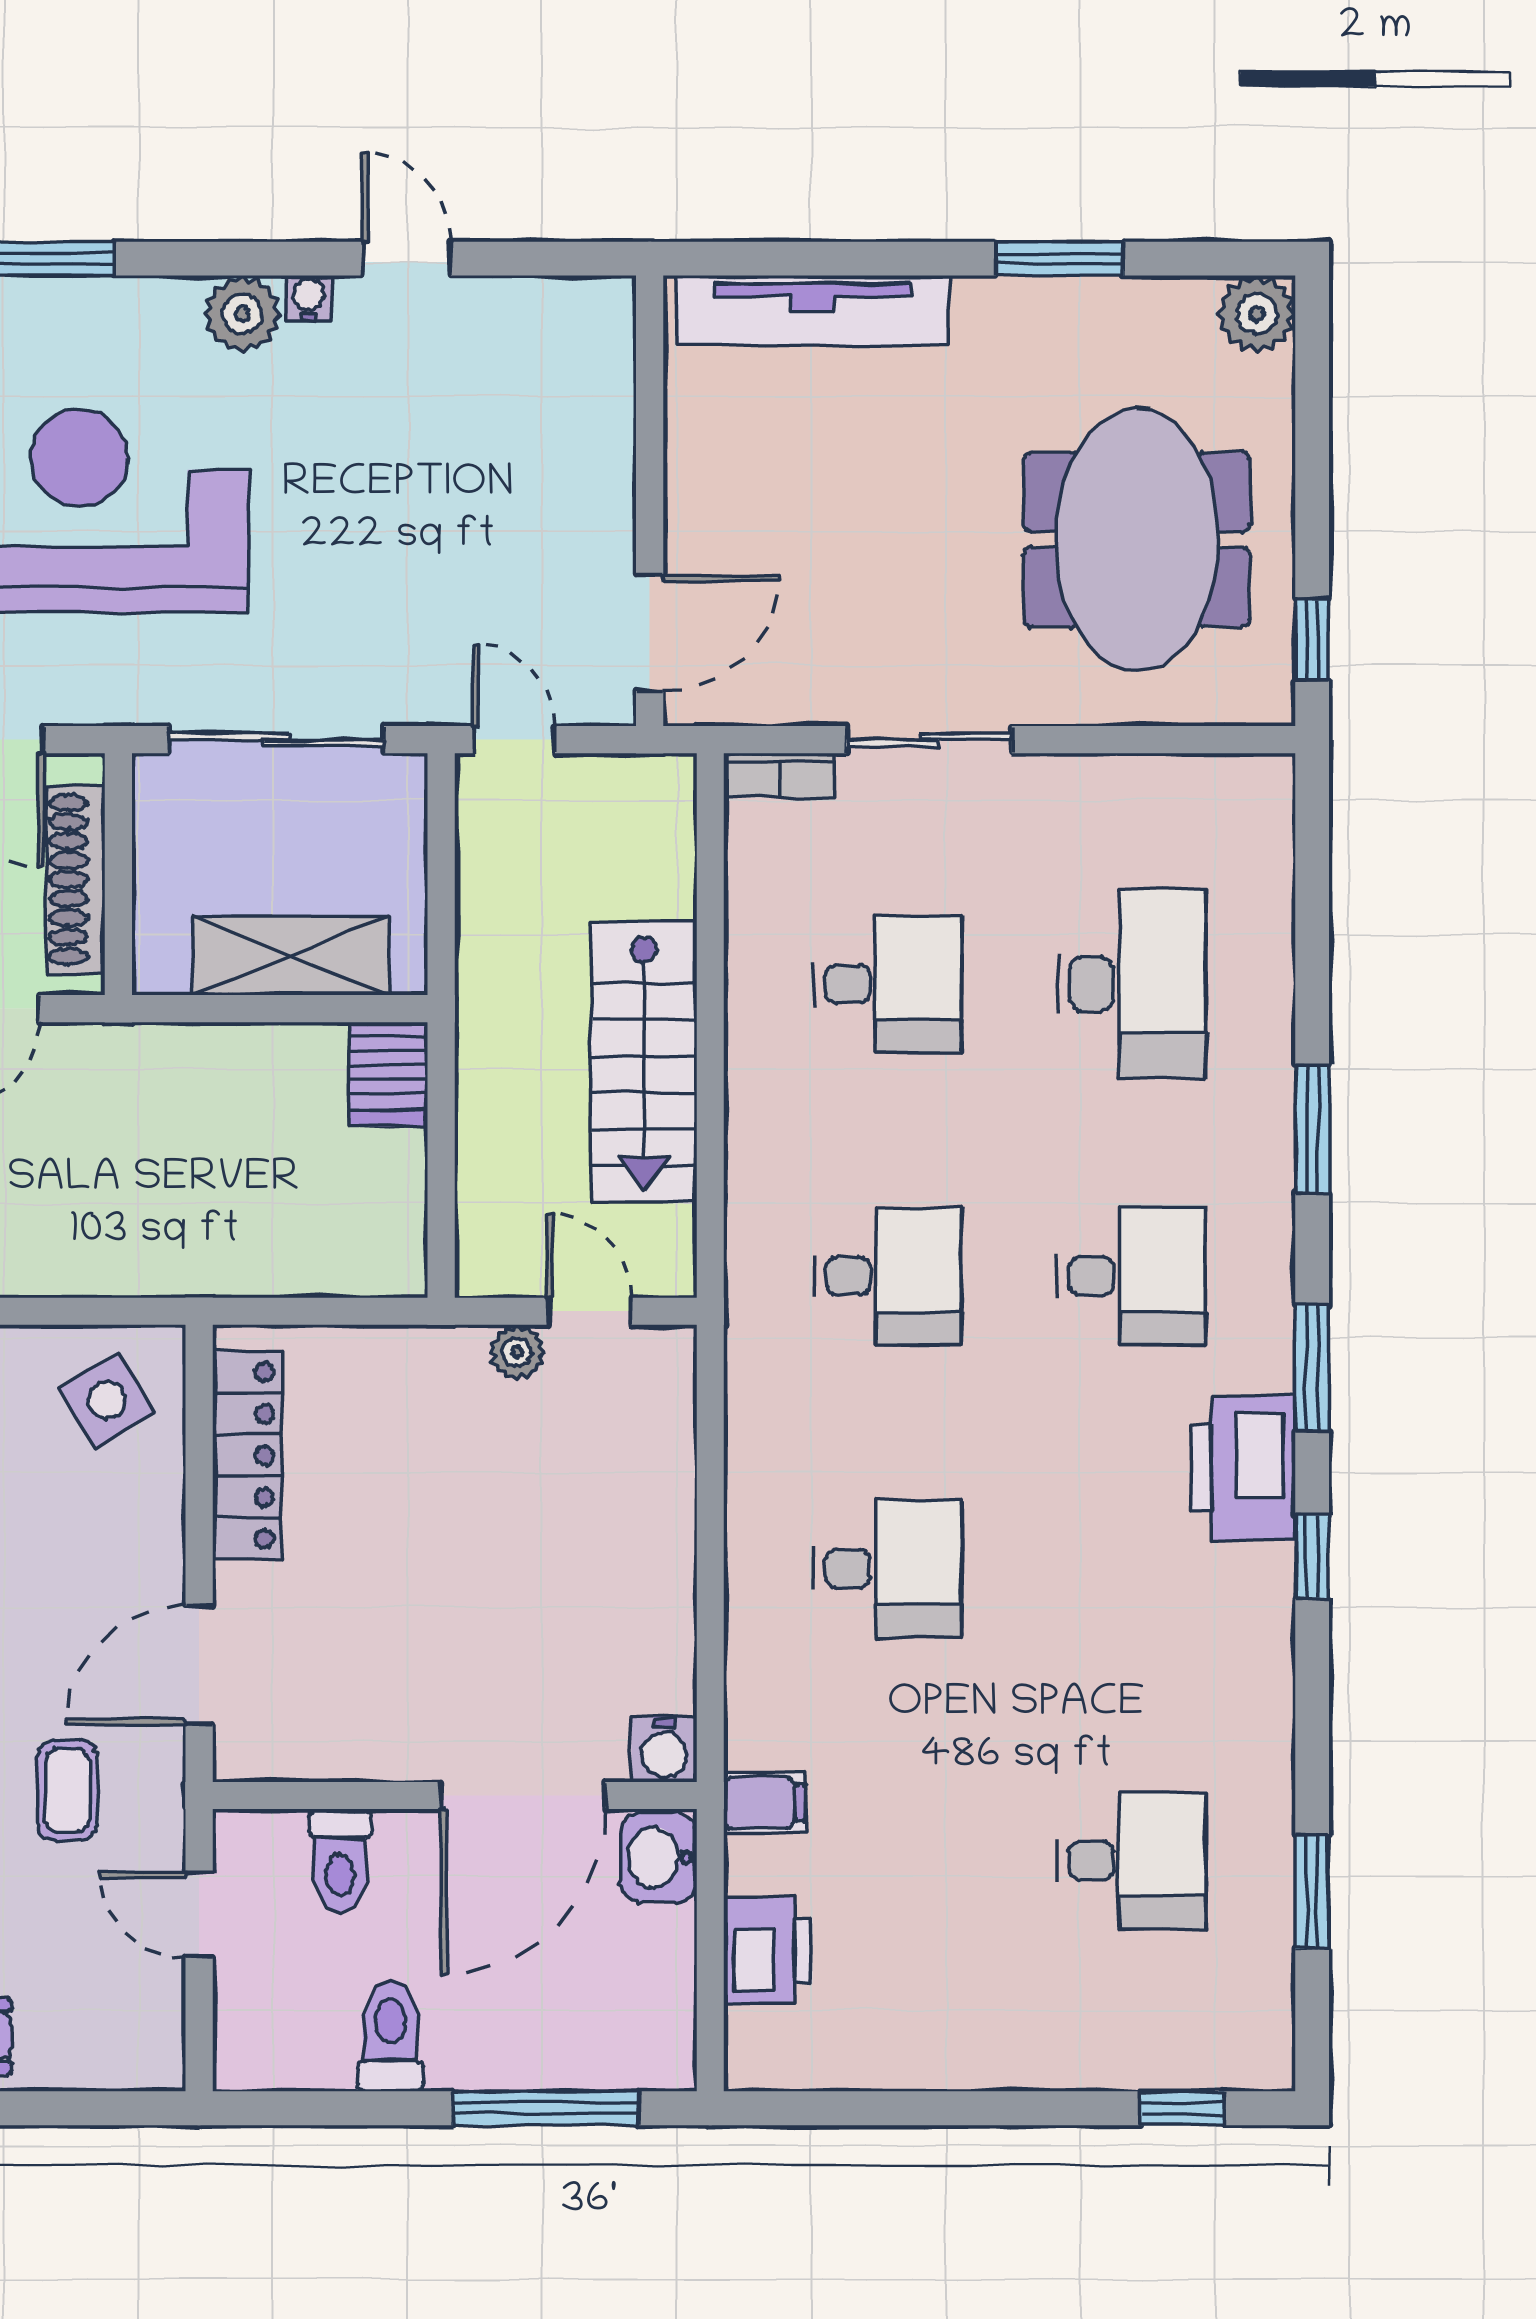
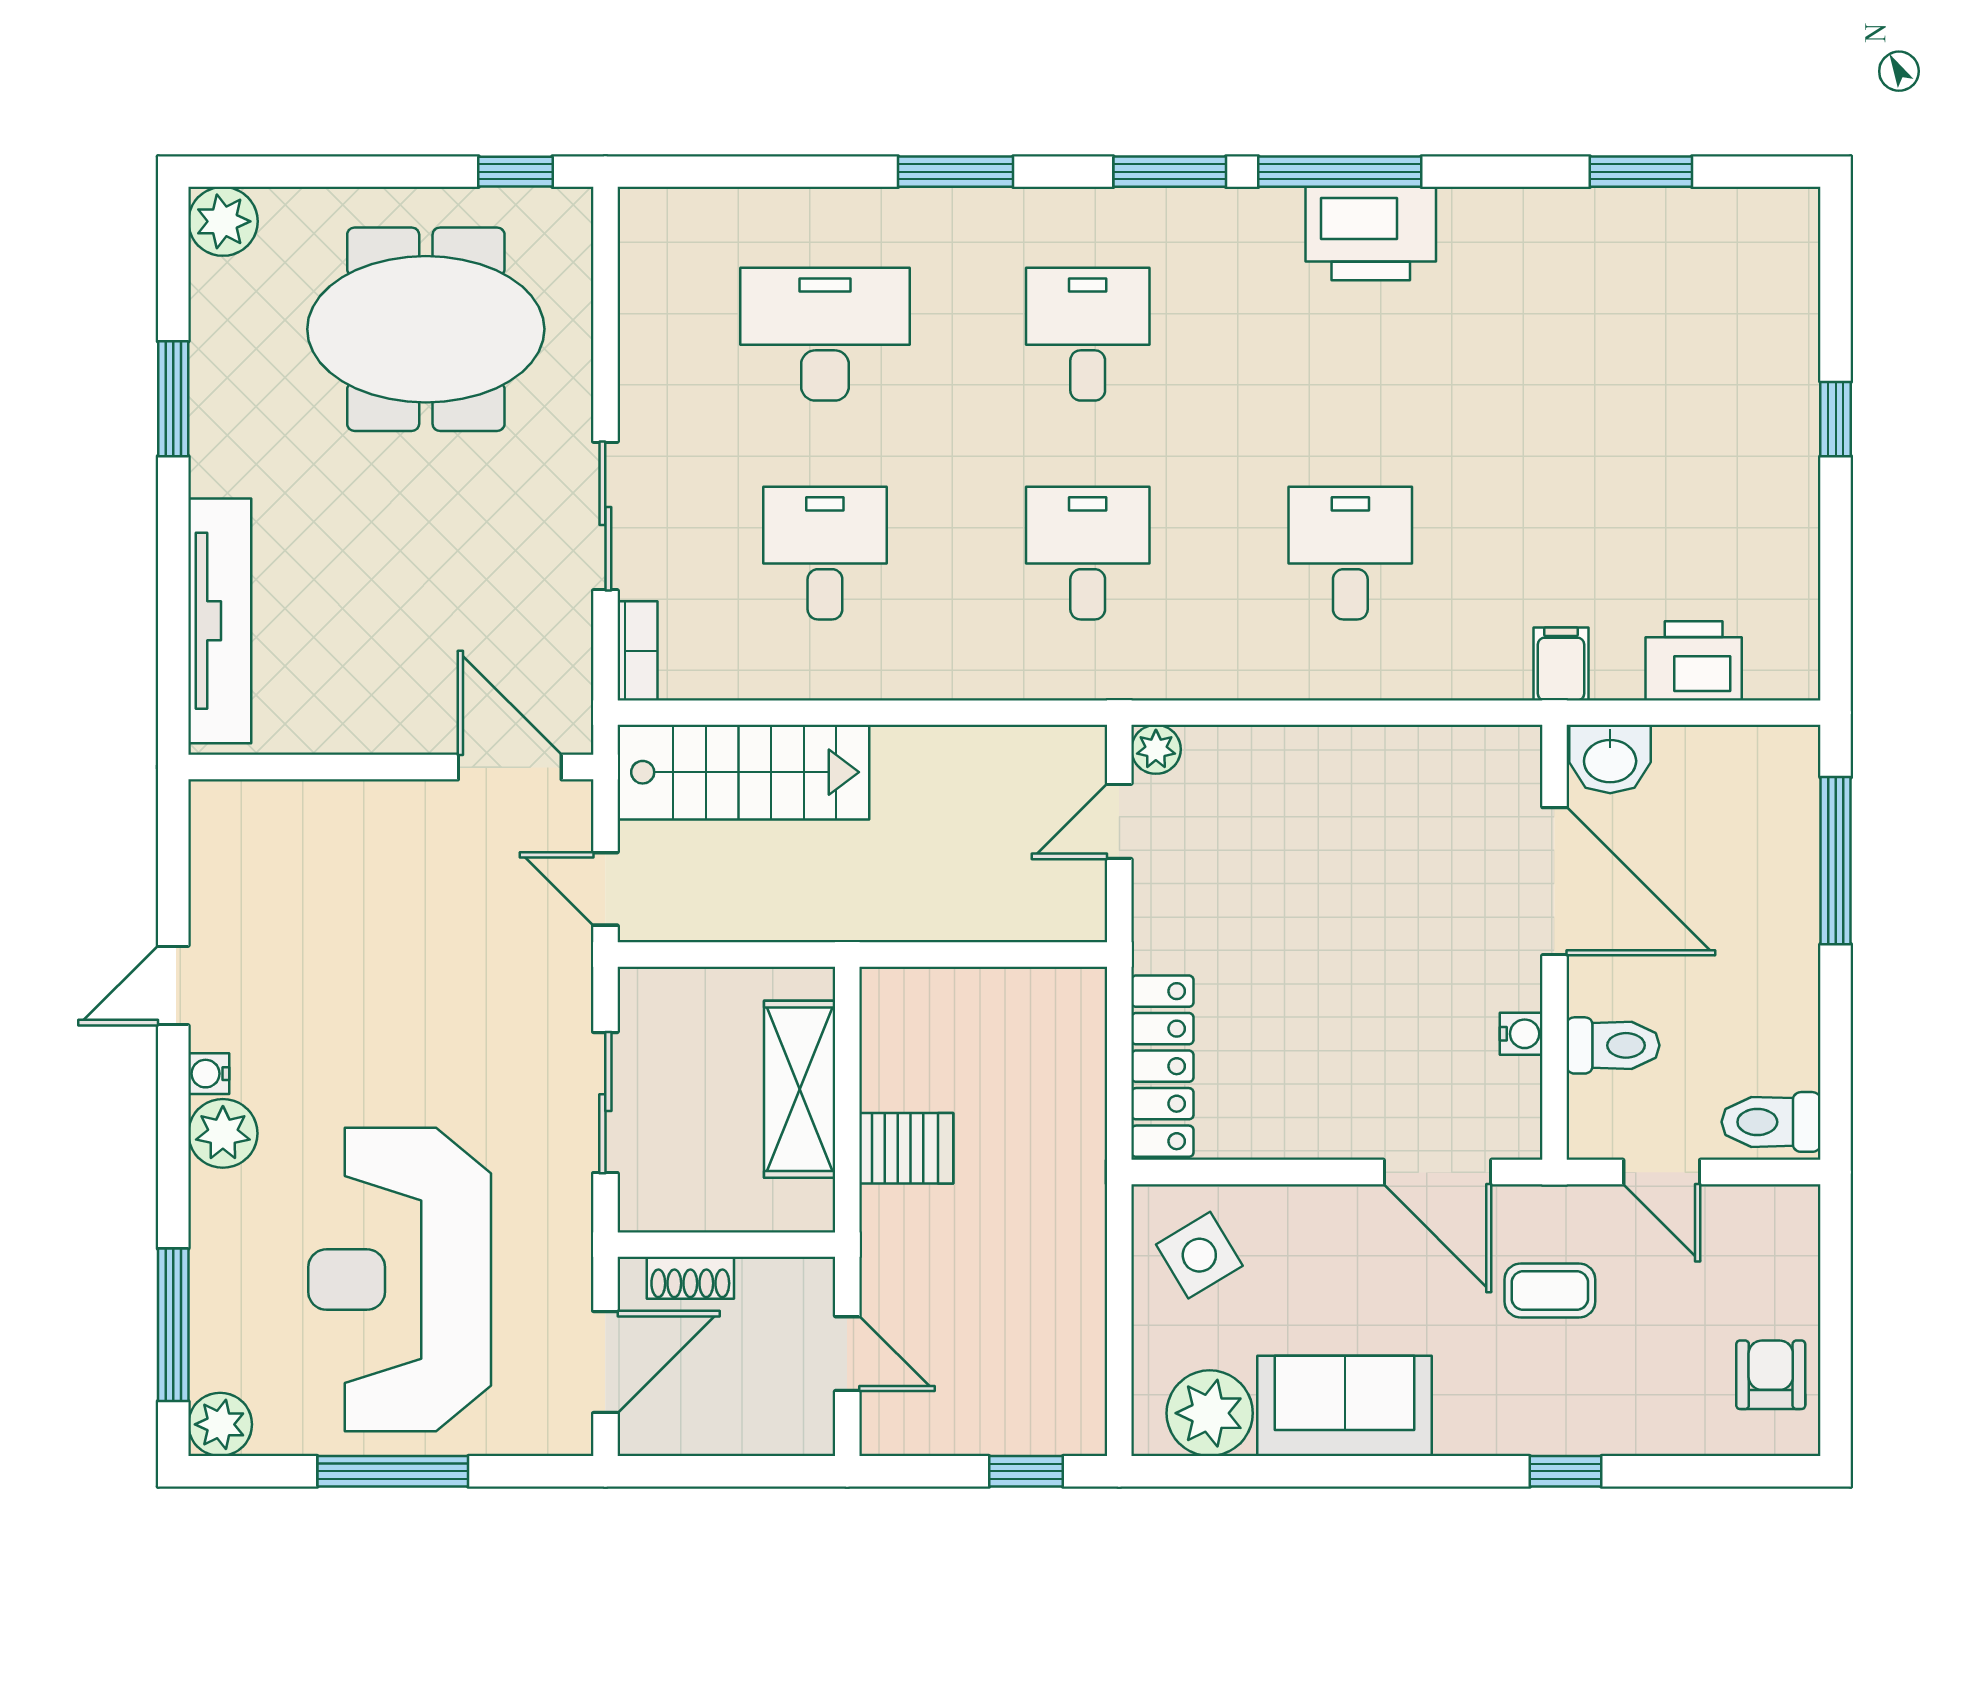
sliding door: (276, 740) -> (605, 1103), width x0.73
door: (514, 740) -> (605, 889), hinge flipped
shoe rack: (76, 880) -> (690, 1278), width x0.51, depth x0.81
stairs: (644, 1062) -> (743, 772), moved
server rack: (388, 1074) -> (906, 1148), moved
plant: (517, 1352) -> (1156, 749), moved
locker: (247, 1455) -> (1162, 1066), moved, turned 90
printer: (1243, 1468) -> (1371, 234), moved
window: (1312, 1557) -> (1340, 172), width x2.17
water cooler: (664, 1749) -> (1521, 1034), moved, width x0.72, depth x0.72
desk: (1131, 1861) -> (1613, 334), removed
door: (199, 1915) -> (1662, 1172), hinge flipped
toilet: (390, 2037) -> (1771, 1122), moved
window: (1183, 2108) -> (1836, 419), moved

